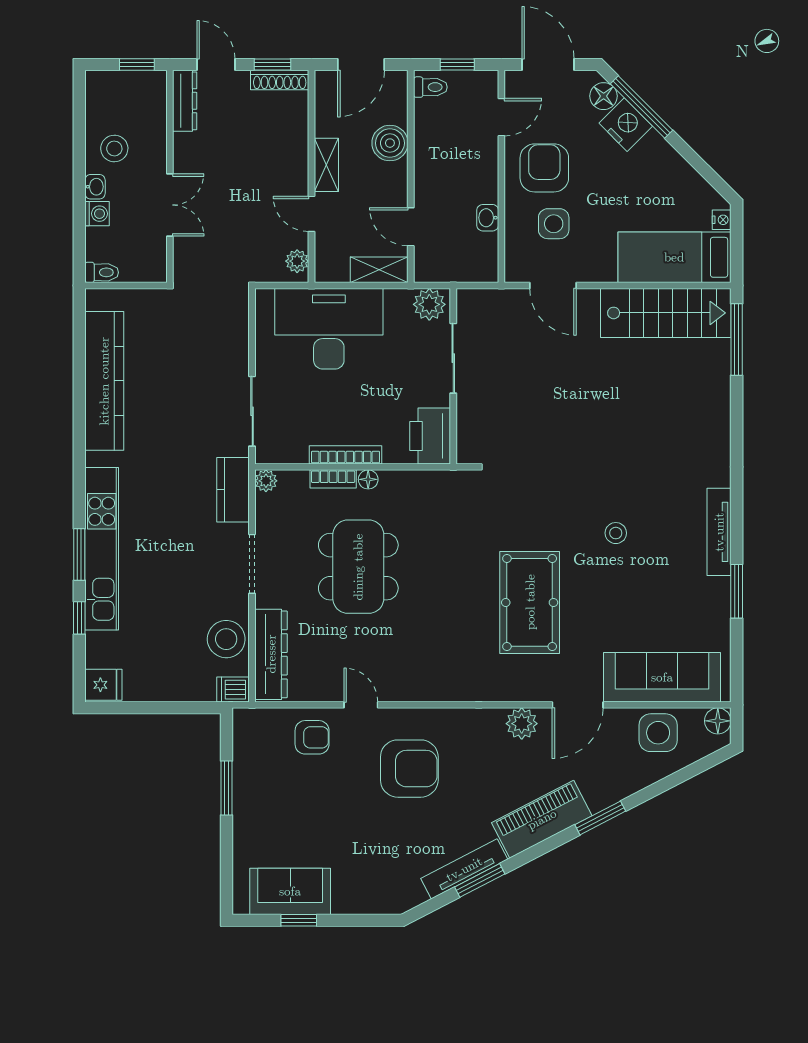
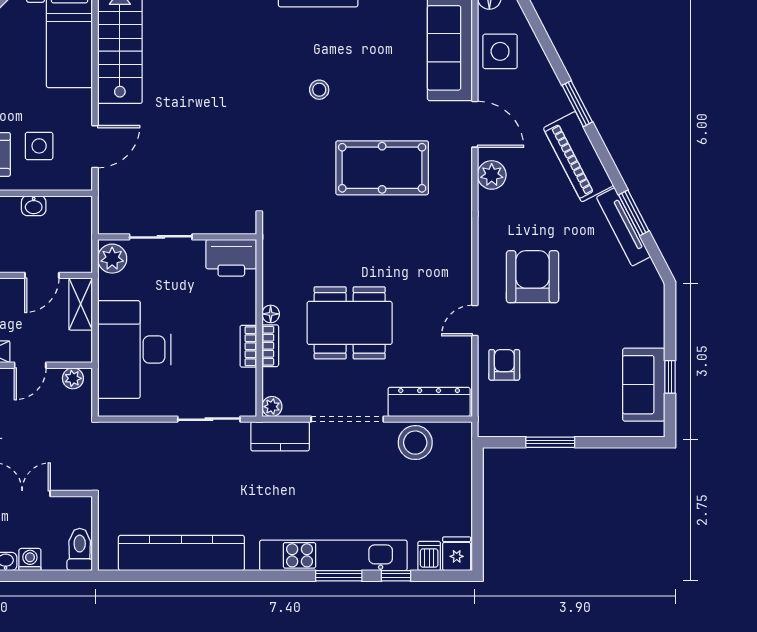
toilet: (102, 272) -> (80, 549), width x1.37, depth x1.39
bookcase: (346, 455) -> (248, 346), width x0.64
doorway: (252, 564) -> (347, 419), width x1.36
dishwasher: (233, 690) -> (429, 556), moved, turned 180

